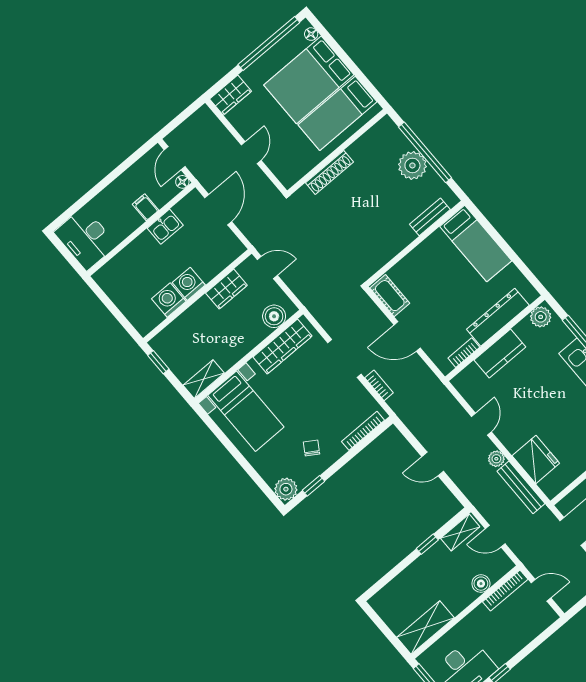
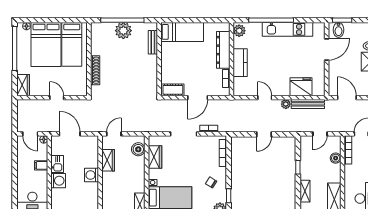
washing machine: (169, 300) -> (58, 181), moved, turned 180
wardrobe: (282, 346) -> (155, 157), width x0.67
shelving: (460, 533) -> (305, 191), moved

